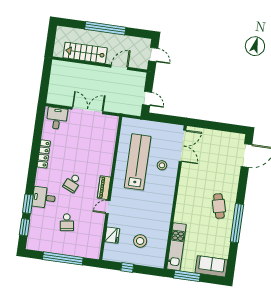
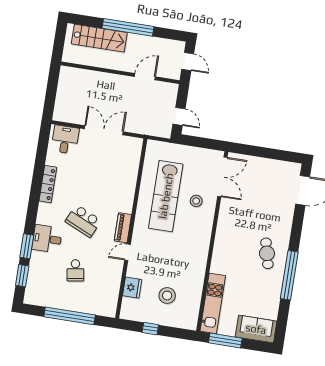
stairs: (85, 53) -> (99, 38), moved, turned 180
lab bench: (138, 162) -> (166, 196), turned 180
school desk: (72, 183) -> (83, 221), width x1.85

